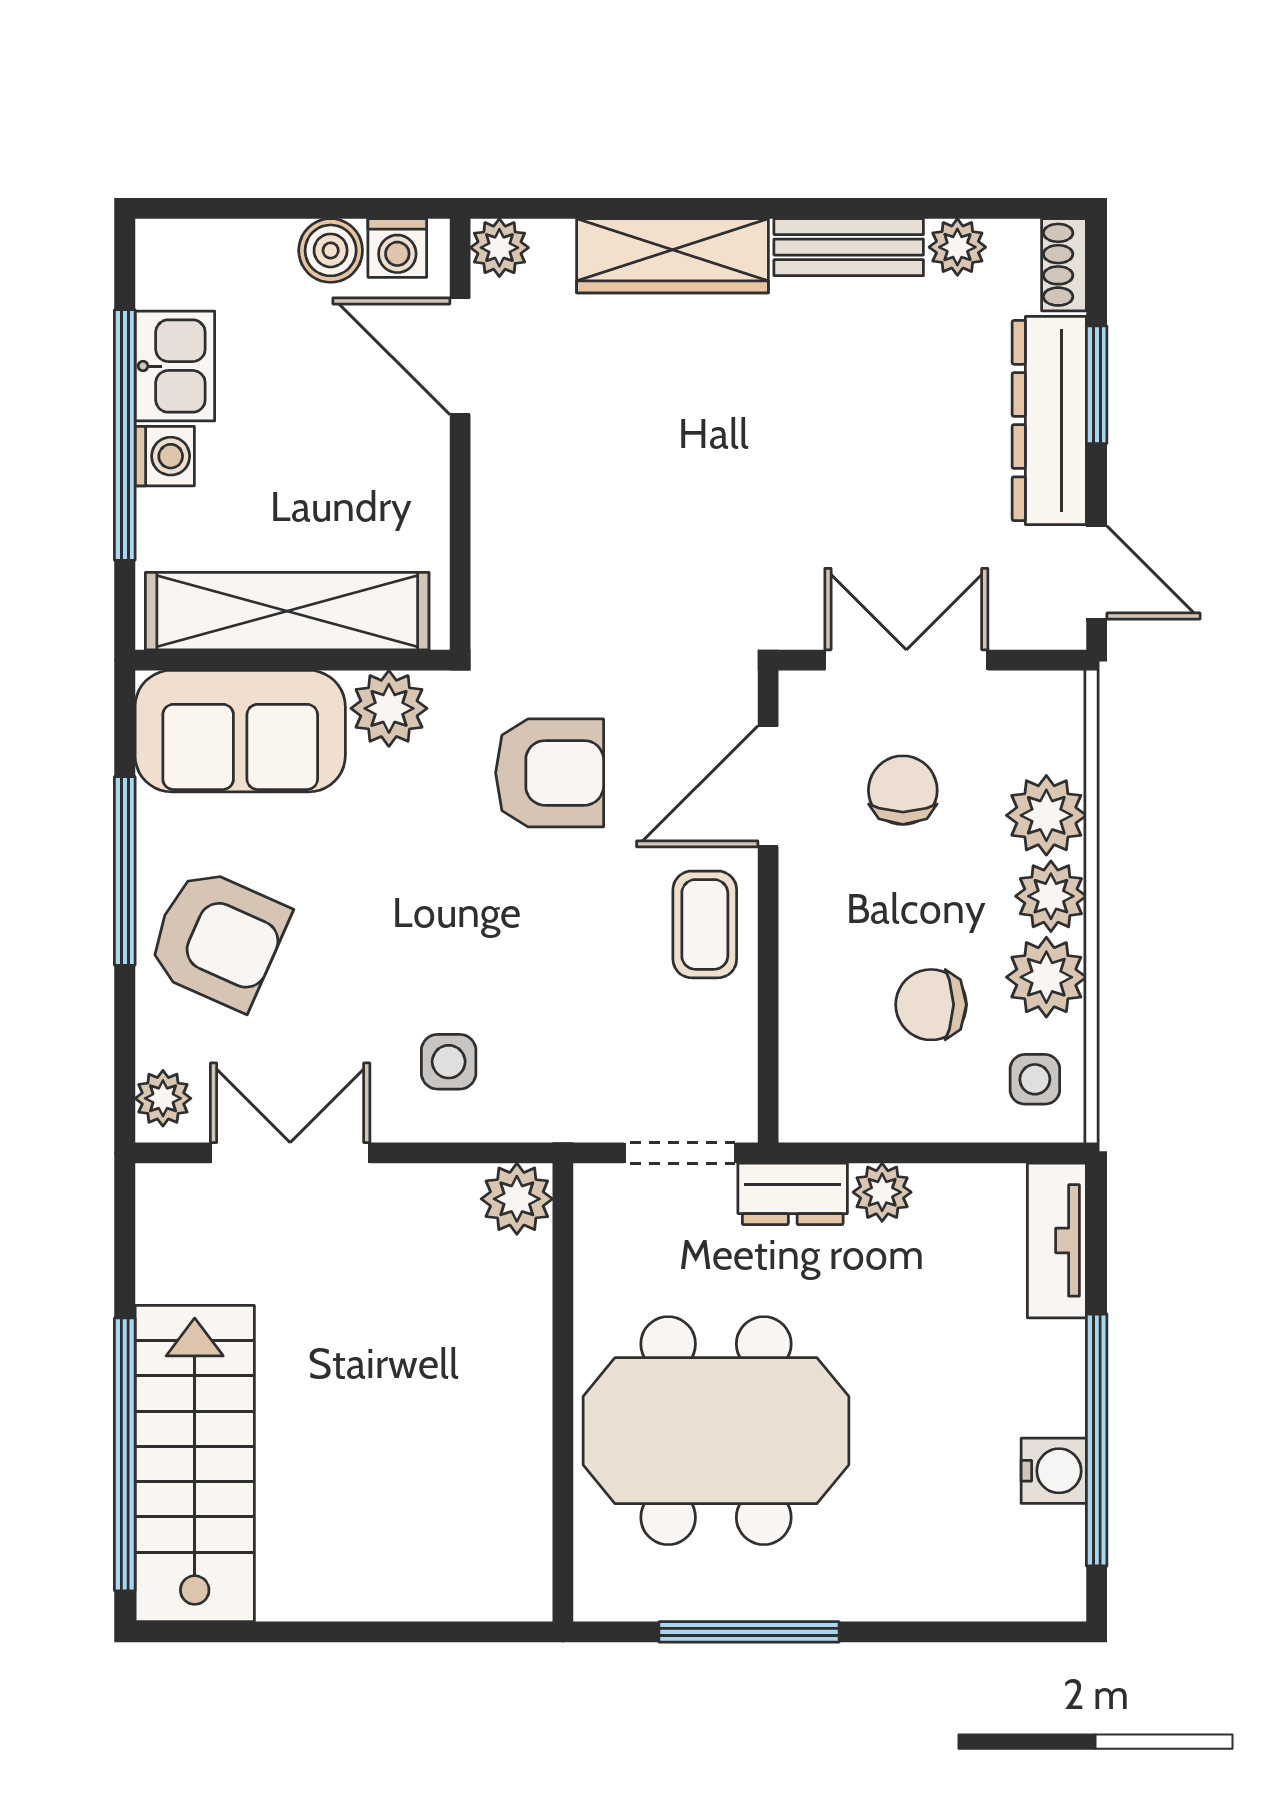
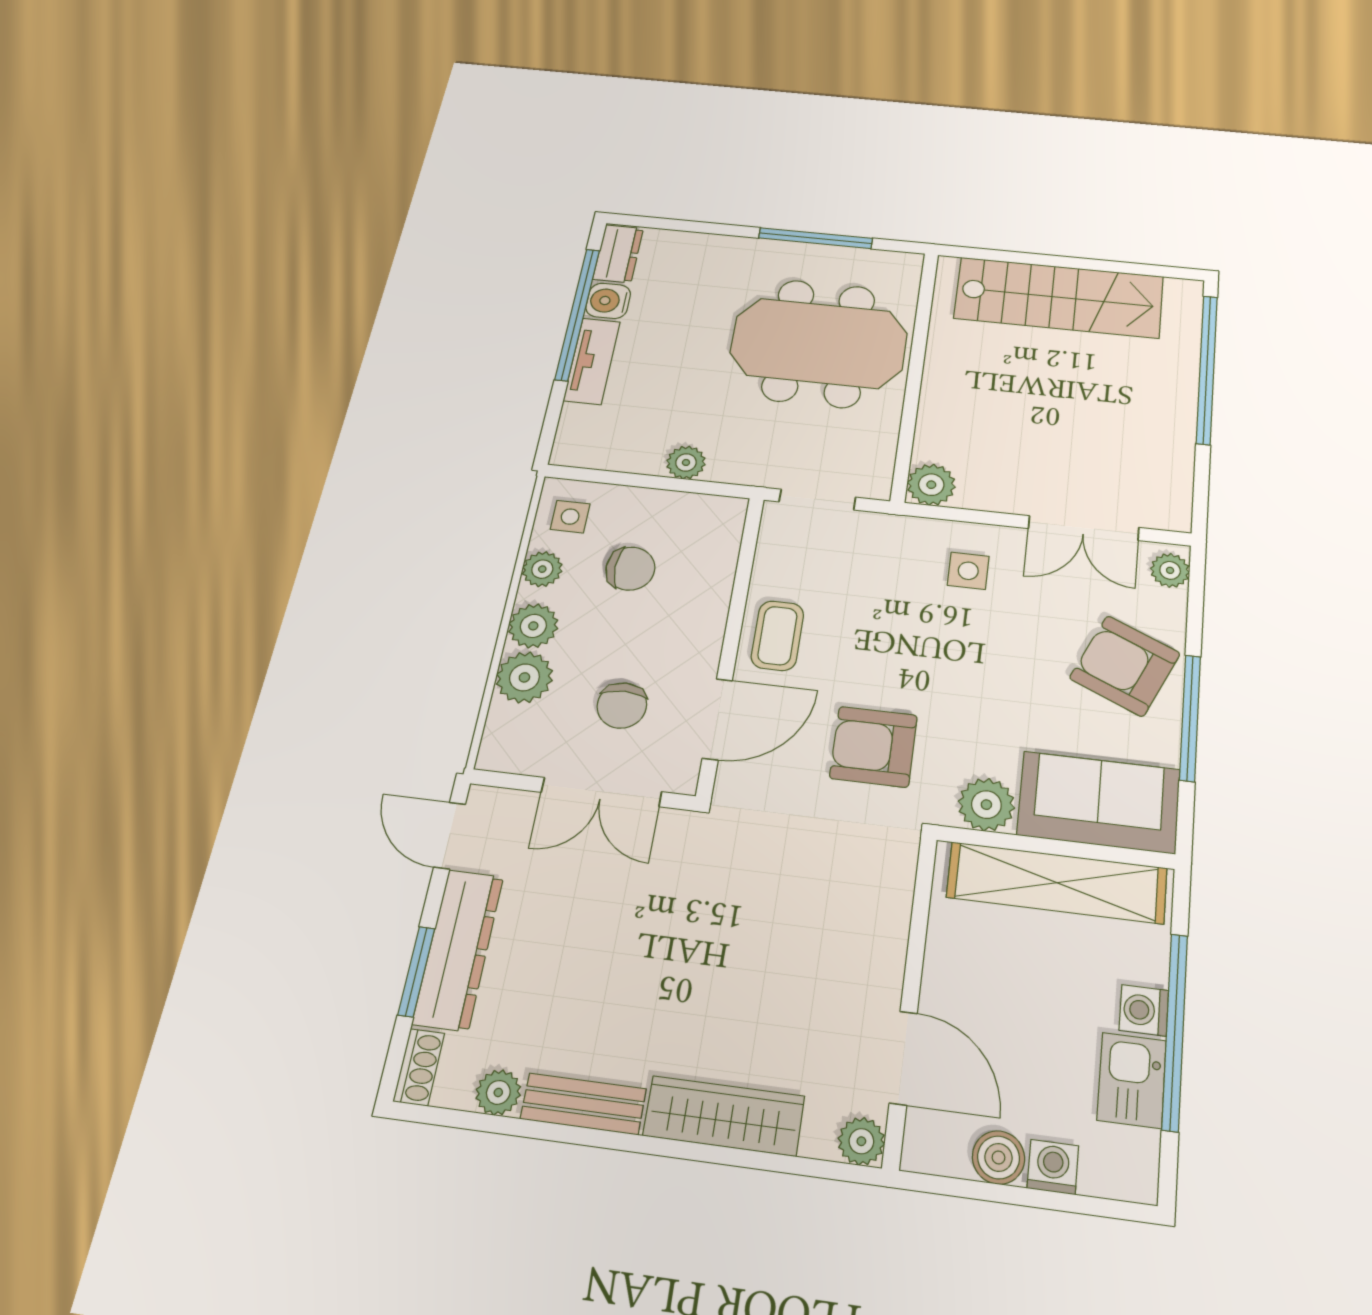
washing machine: (397, 248) -> (1053, 1167), moved
plant: (1046, 977) -> (542, 569), width x0.73, depth x0.73
dresser: (793, 1194) -> (618, 254), moved, turned 90
tv unit: (1057, 1240) -> (592, 361), moved
stairs: (195, 1463) -> (1059, 297), moved, turned -90

